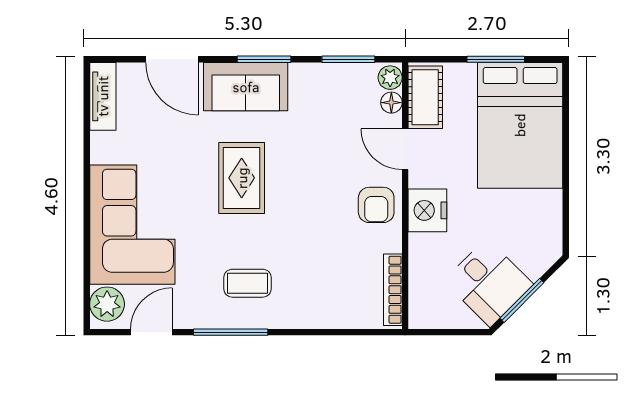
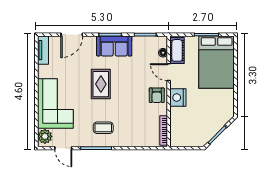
door: (172, 59) -> (72, 35), hinge flipped
plant: (390, 78) -> (163, 42), removed
sofa: (246, 87) -> (114, 46), moved
desk: (488, 283) -> (203, 127), removed
door: (151, 332) -> (63, 148), swing flipped

